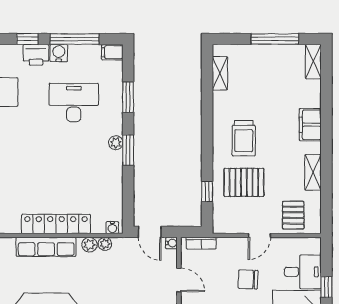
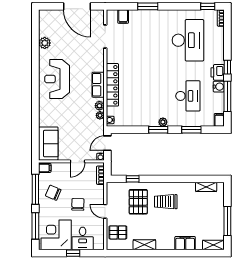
filing cabinet: (310, 125) -> (185, 243), moved
row of seats: (46, 247) -> (98, 85), width x0.68

